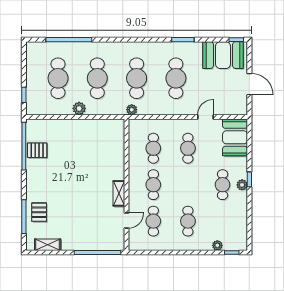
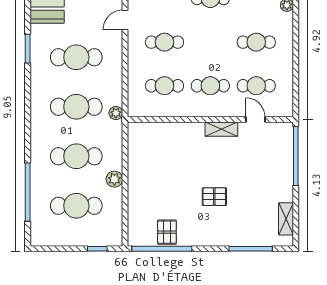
door: (205, 117) -> (125, 20), hinge flipped
pallet: (39, 212) -> (214, 197), moved

